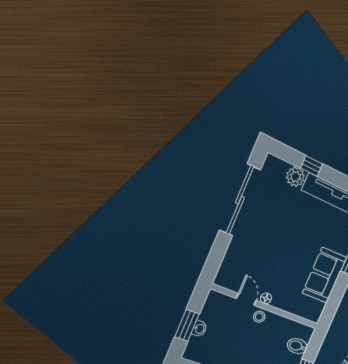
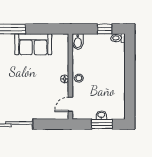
door: (246, 299) -> (70, 104), moved
bidet: (297, 346) -> (78, 42), moved

